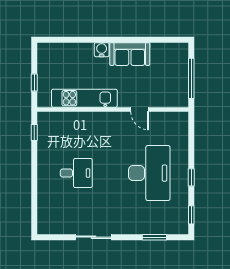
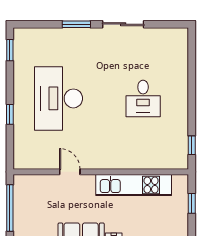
desk: (76, 173) -> (143, 98), turned -90
window: (191, 177) -> (10, 114), moved
window: (154, 237) -> (76, 24), moved

